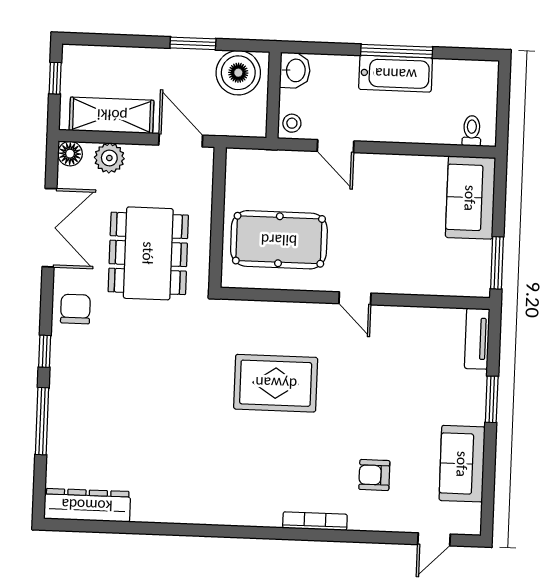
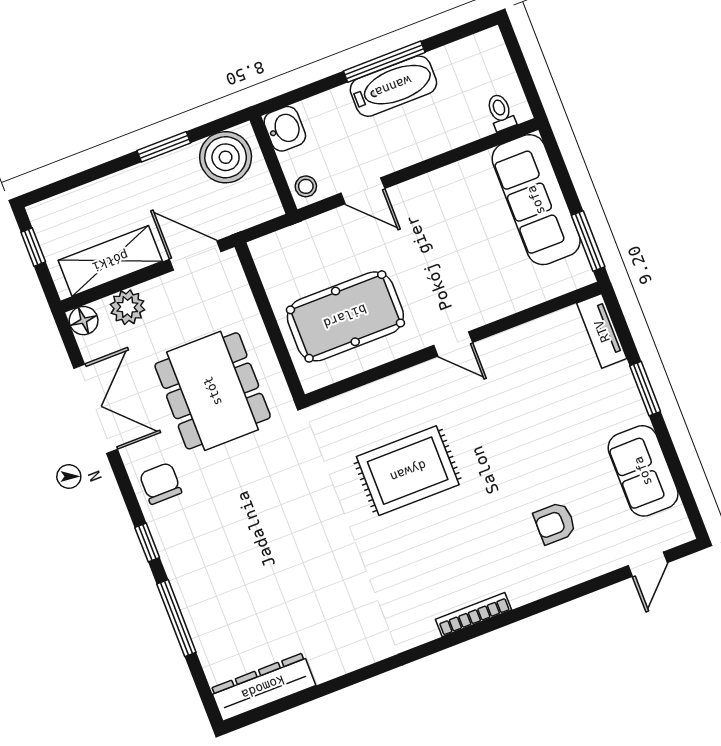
sofa: (470, 198) -> (536, 200), width x1.36
bookcase: (315, 521) -> (474, 615), moved

